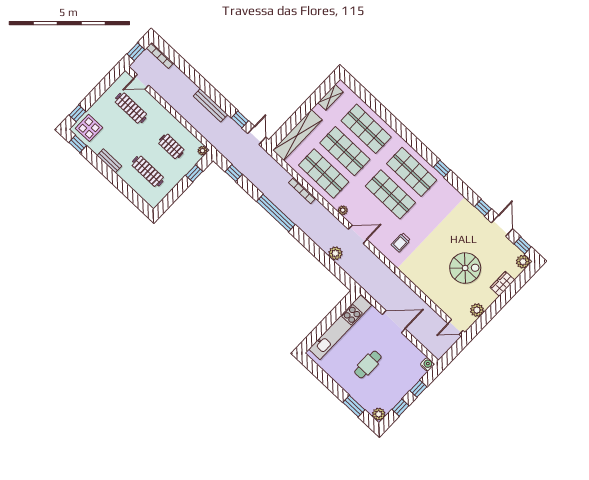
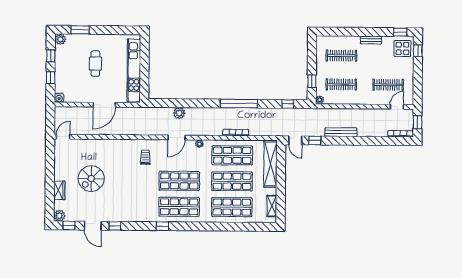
clothes rail: (171, 146) -> (341, 84), width x1.36
plant: (477, 310) -> (60, 160), removed

